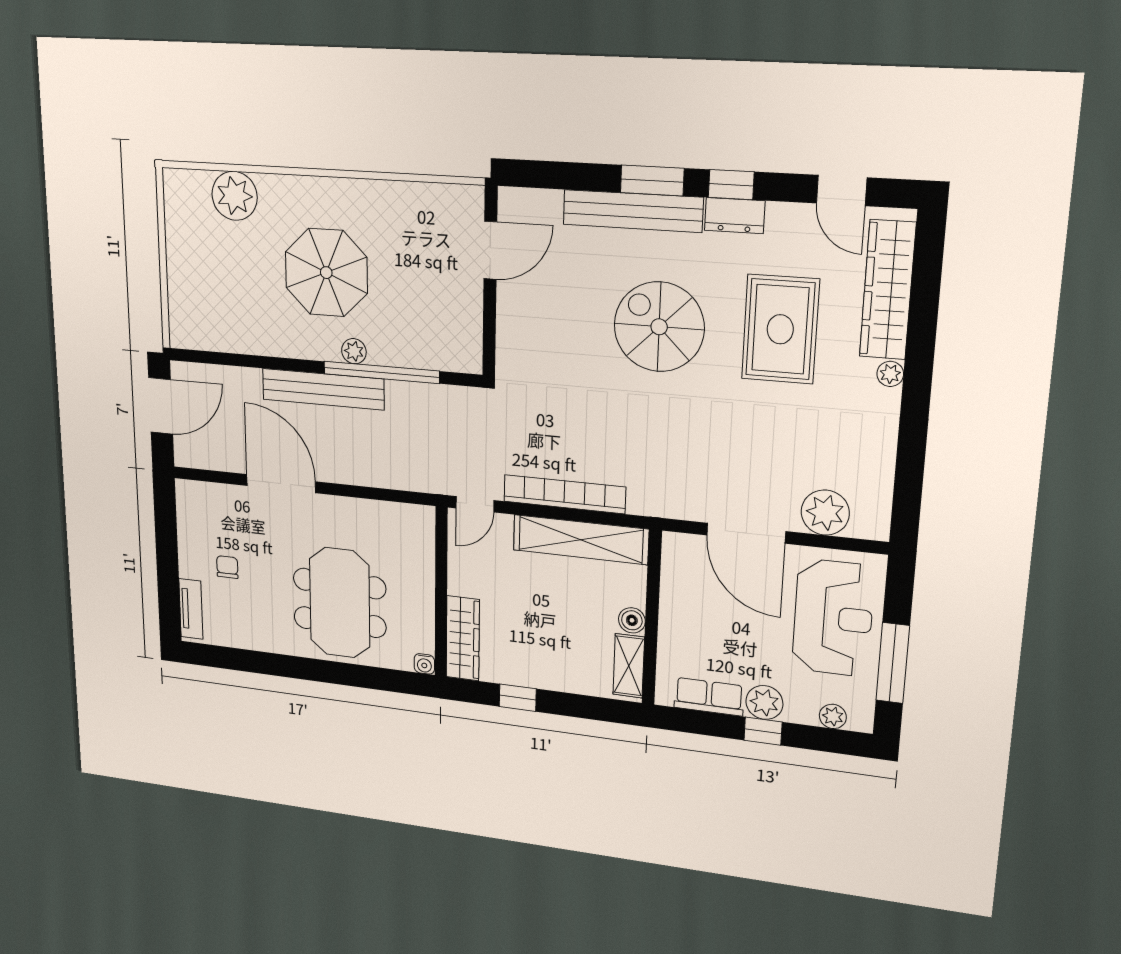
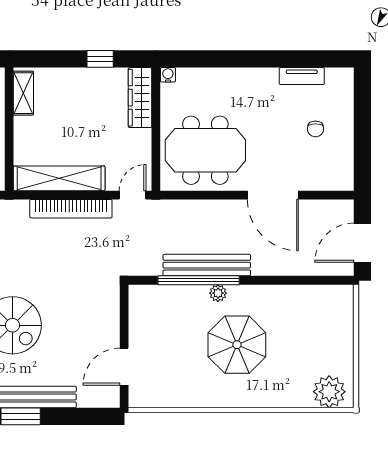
plant: (235, 196) -> (329, 392), moved
bench: (323, 389) -> (207, 265), moved
meeting table: (340, 603) -> (205, 150), moved, turned 90
tv unit: (191, 609) -> (302, 76), moved, turned -90
boiler: (632, 620) -> (22, 126), removed

